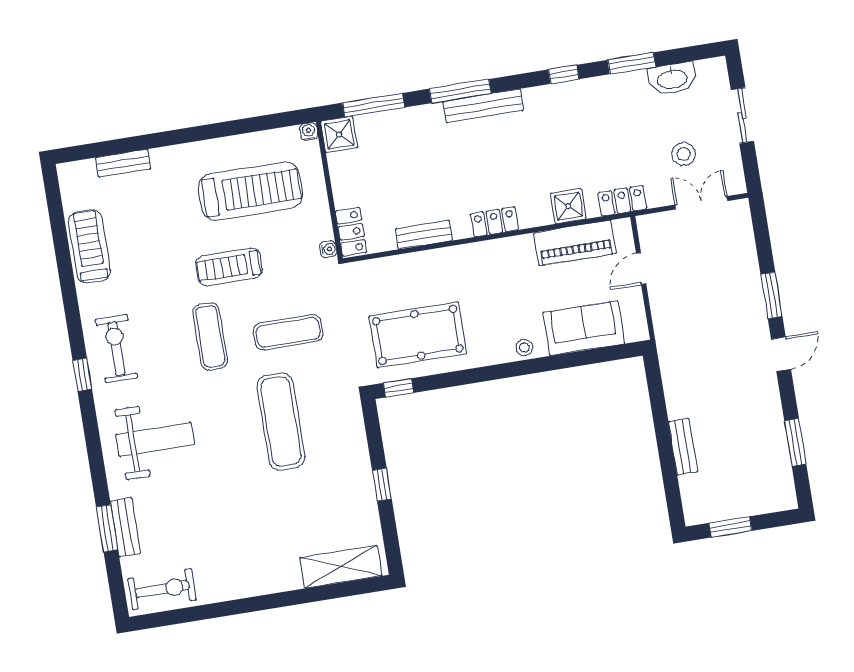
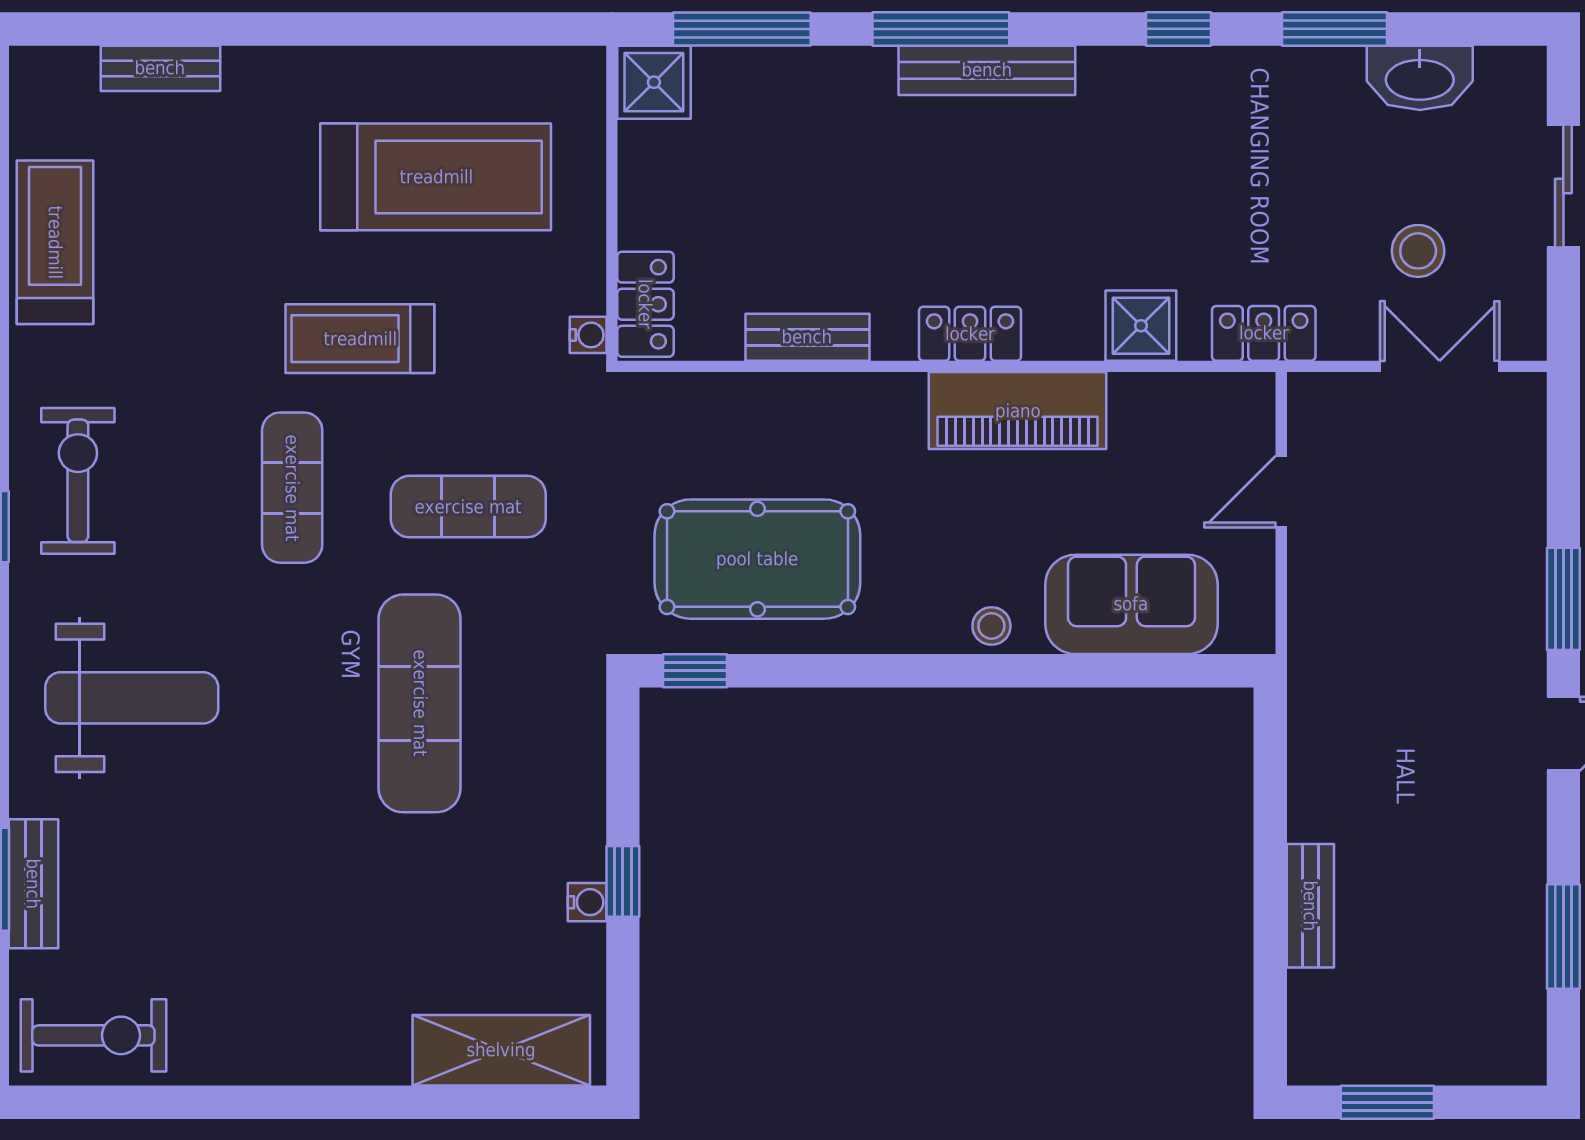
water cooler: (309, 132) -> (587, 902), moved, turned 90
piano: (575, 243) -> (1018, 411), moved

